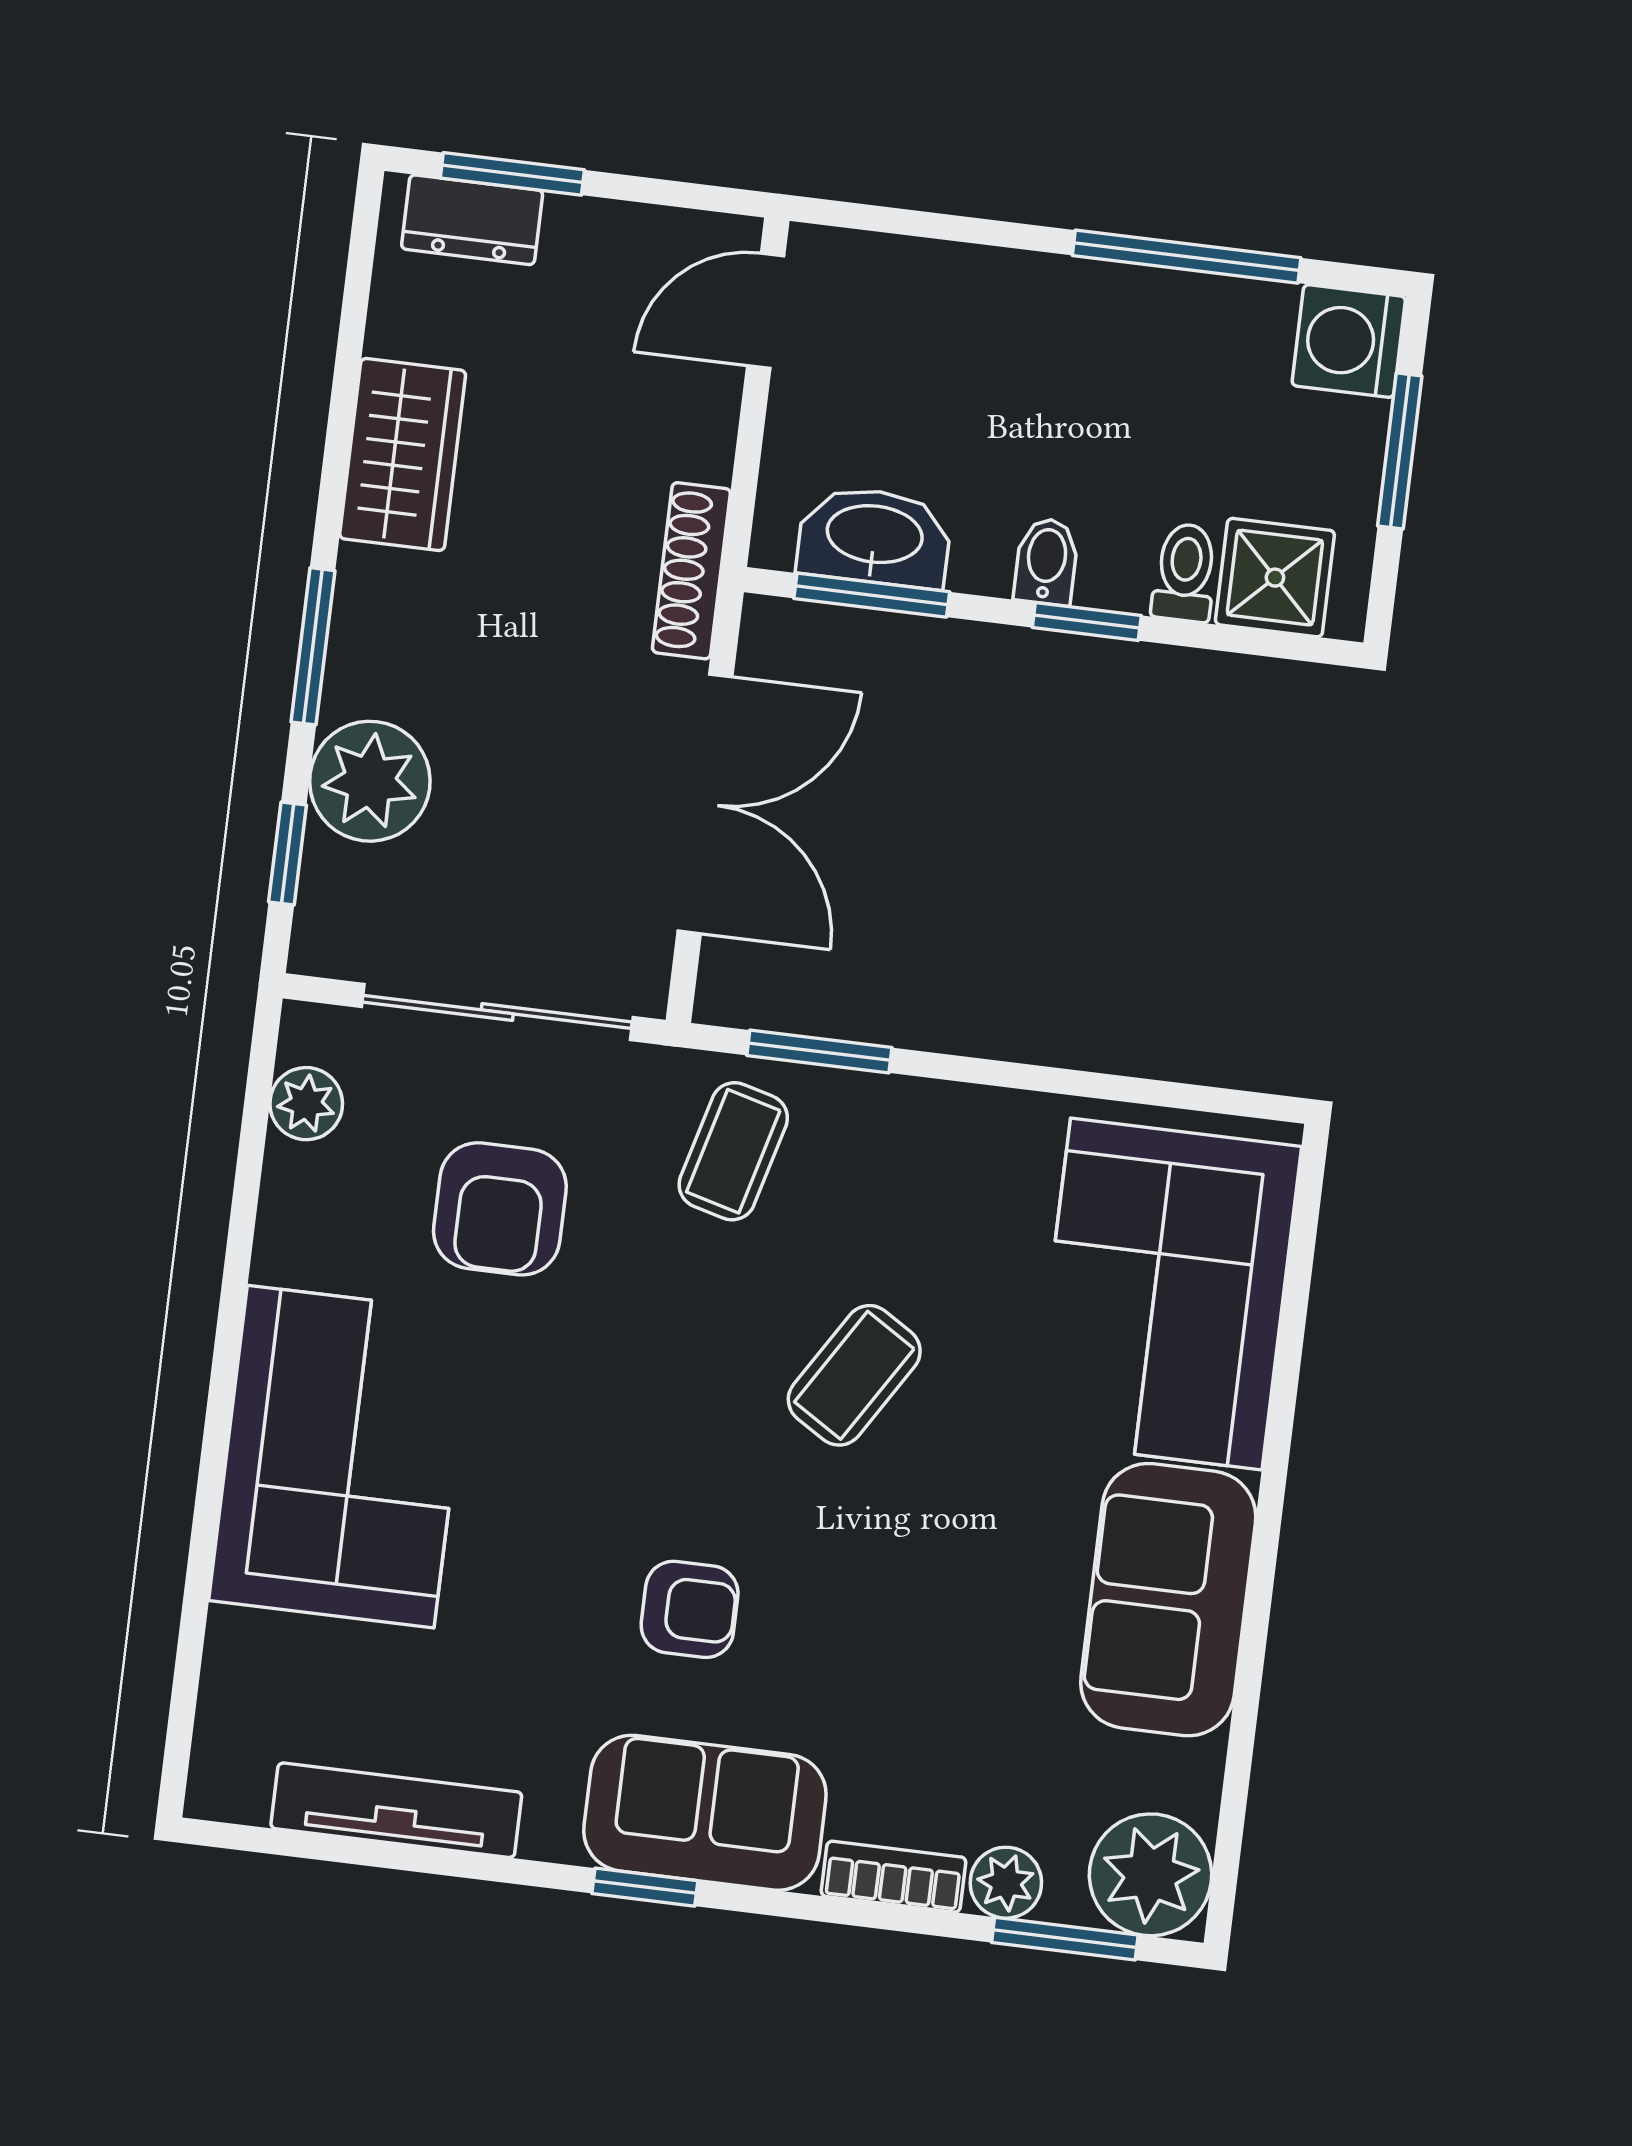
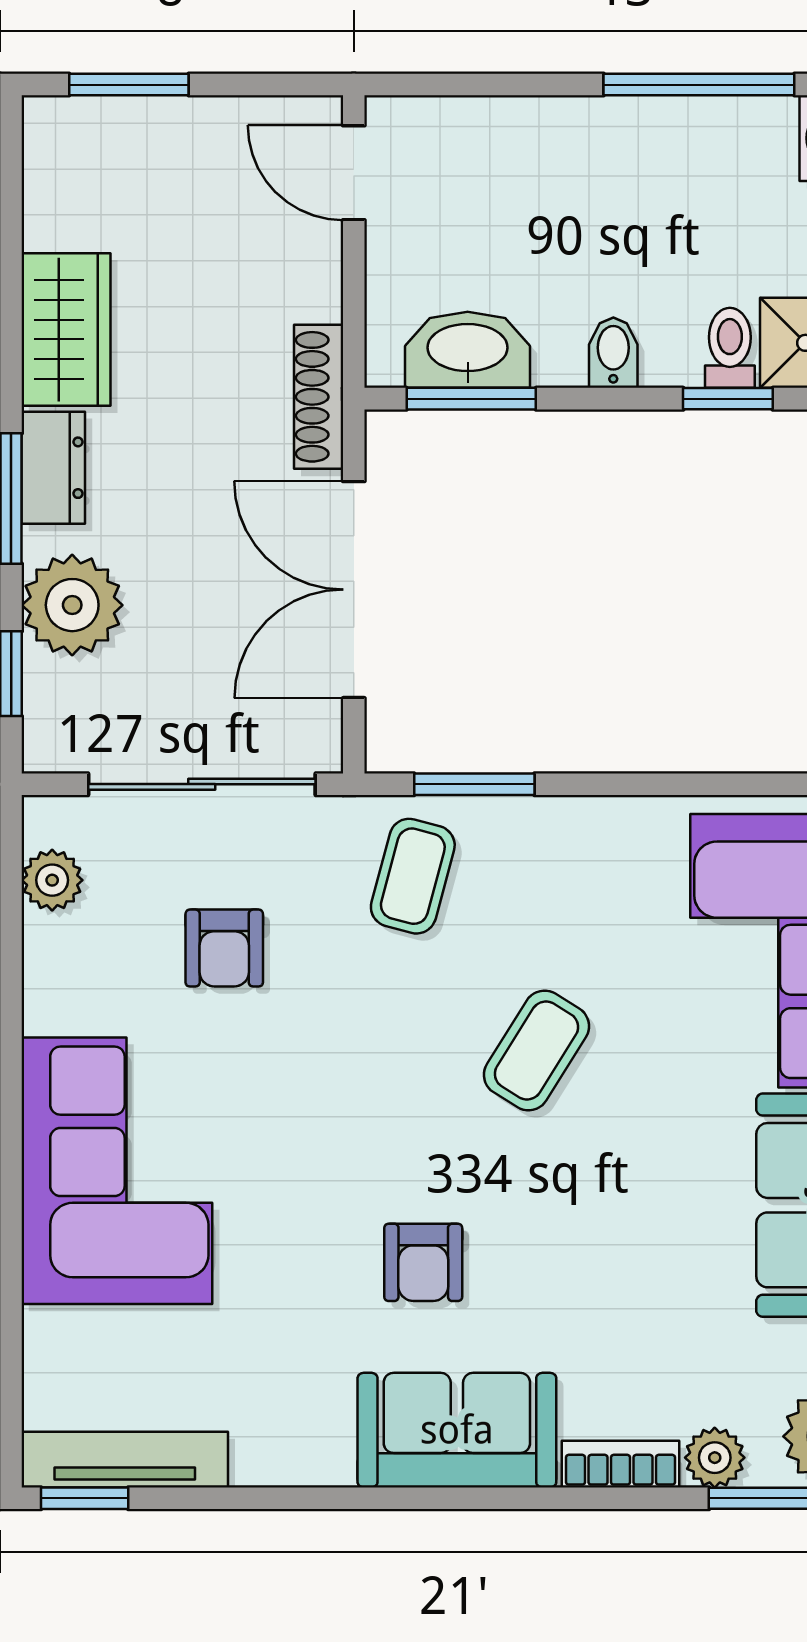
dresser: (472, 220) -> (53, 468), moved, turned -90
door: (766, 311) -> (354, 173), hinge flipped
window: (1087, 622) -> (728, 399), moved
double door: (705, 804) -> (354, 590), swing flipped
armchair: (500, 1209) -> (224, 948), width x0.72, depth x0.72
armchair: (690, 1609) -> (423, 1262), turned 90
tv unit: (396, 1810) -> (125, 1460), moved
window: (645, 1887) -> (85, 1498), moved

